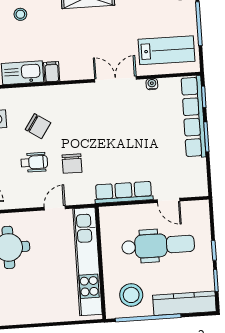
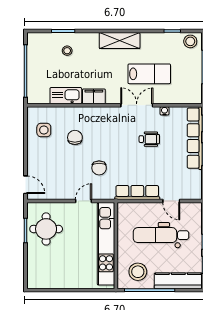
lab bench: (166, 50) -> (149, 74), moved
filing cabinet: (52, 72) -> (94, 96), width x2.00
chair: (38, 126) -> (75, 137), turned -124
wheelchair: (34, 162) -> (149, 139), moved
dental chair: (158, 245) -> (161, 235), turned 180

